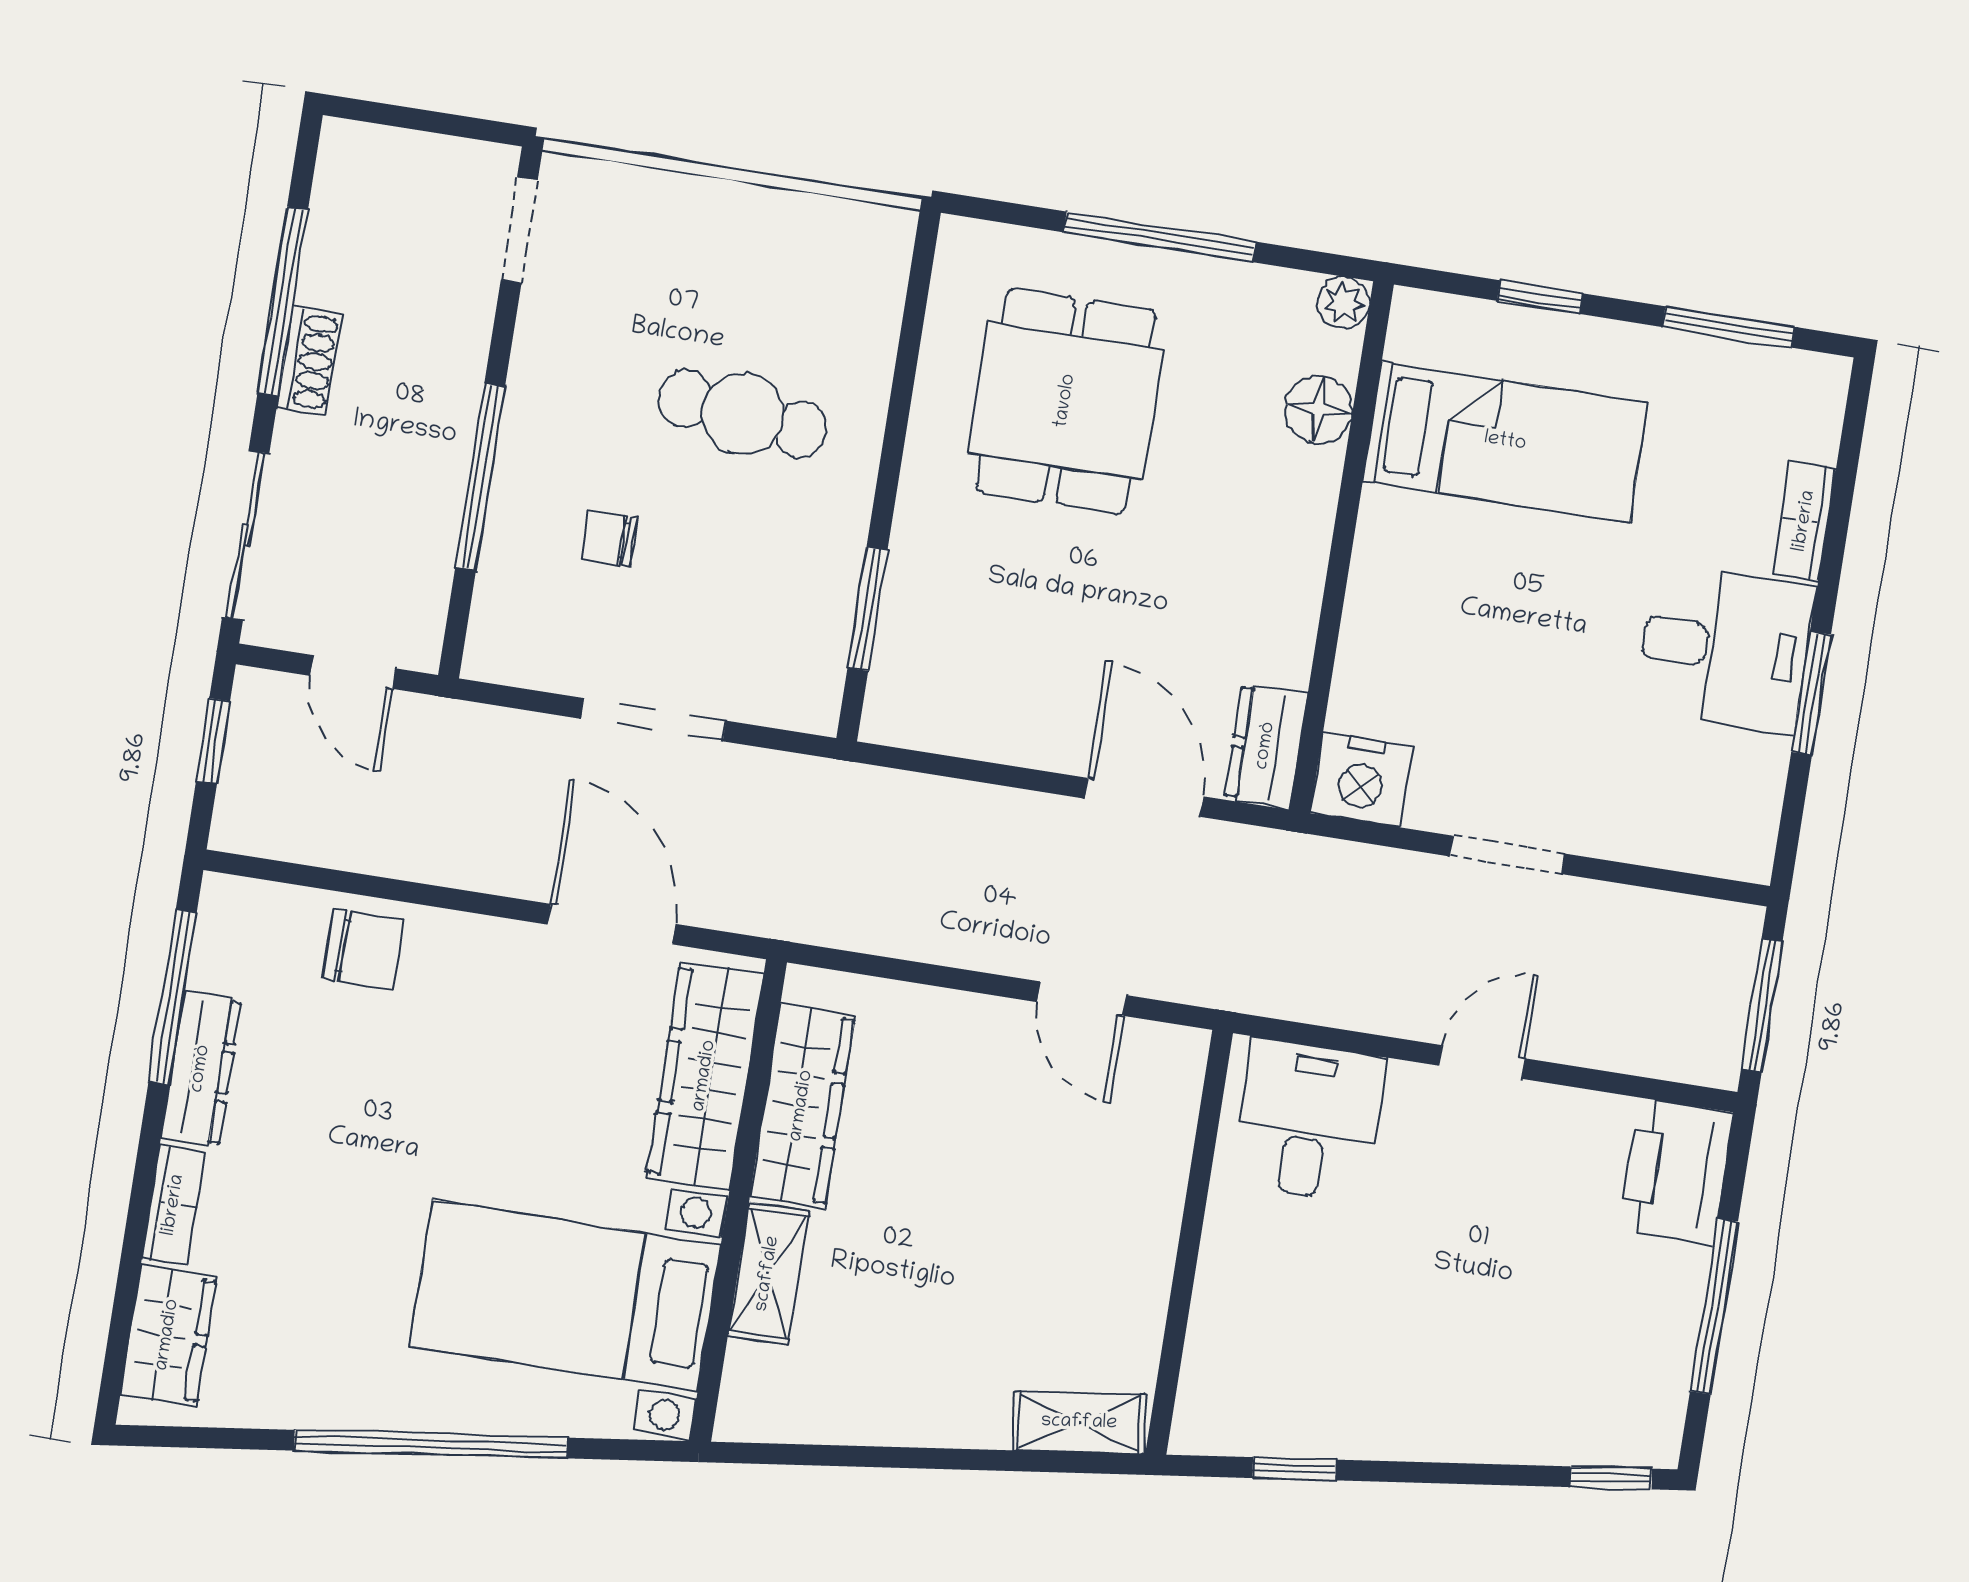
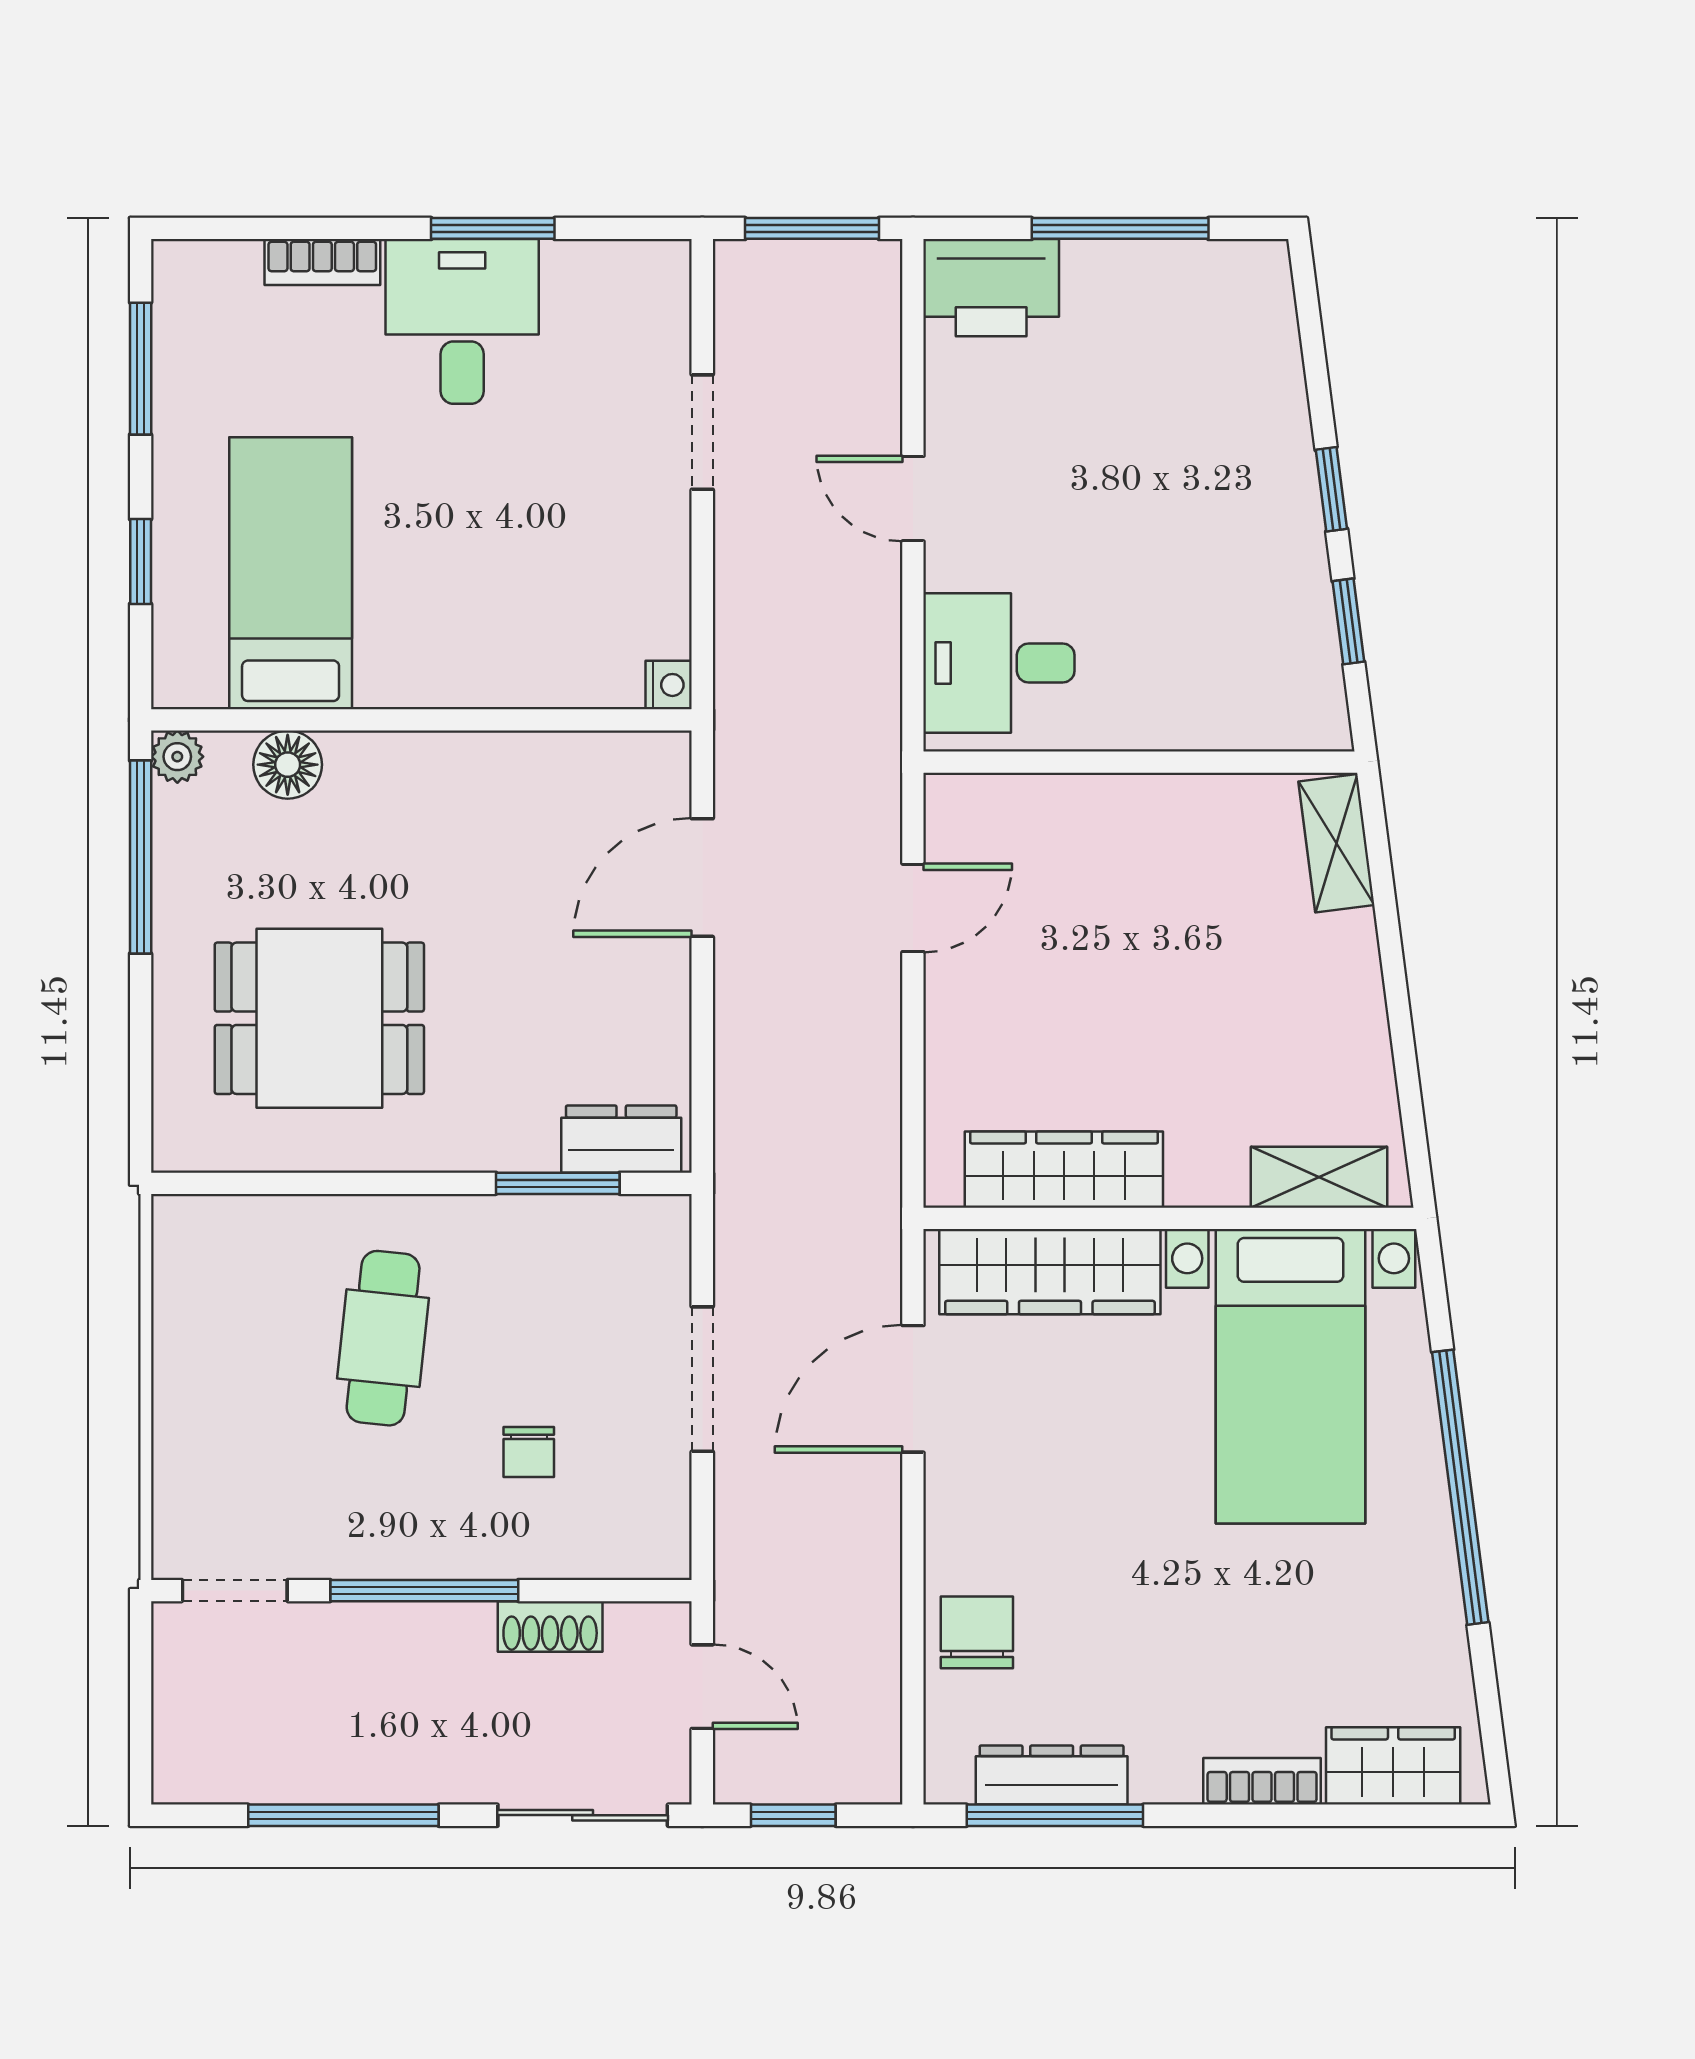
window: (1160, 237) -> (141, 857), moved
shoe rack: (309, 361) -> (550, 1626), moved, turned 180
window: (480, 477) -> (424, 1591), moved
door: (353, 672) -> (702, 1687), hinge flipped
dresser: (1266, 746) -> (621, 1139), moved, turned 180
nightstand: (1362, 780) -> (669, 685), width x0.53, depth x0.56
doorway: (1507, 855) -> (702, 432), moved
dresser: (201, 1069) -> (1052, 1775), moved
shelving: (768, 1274) -> (1319, 1177), moved
window: (1611, 1478) -> (1331, 489), moved

